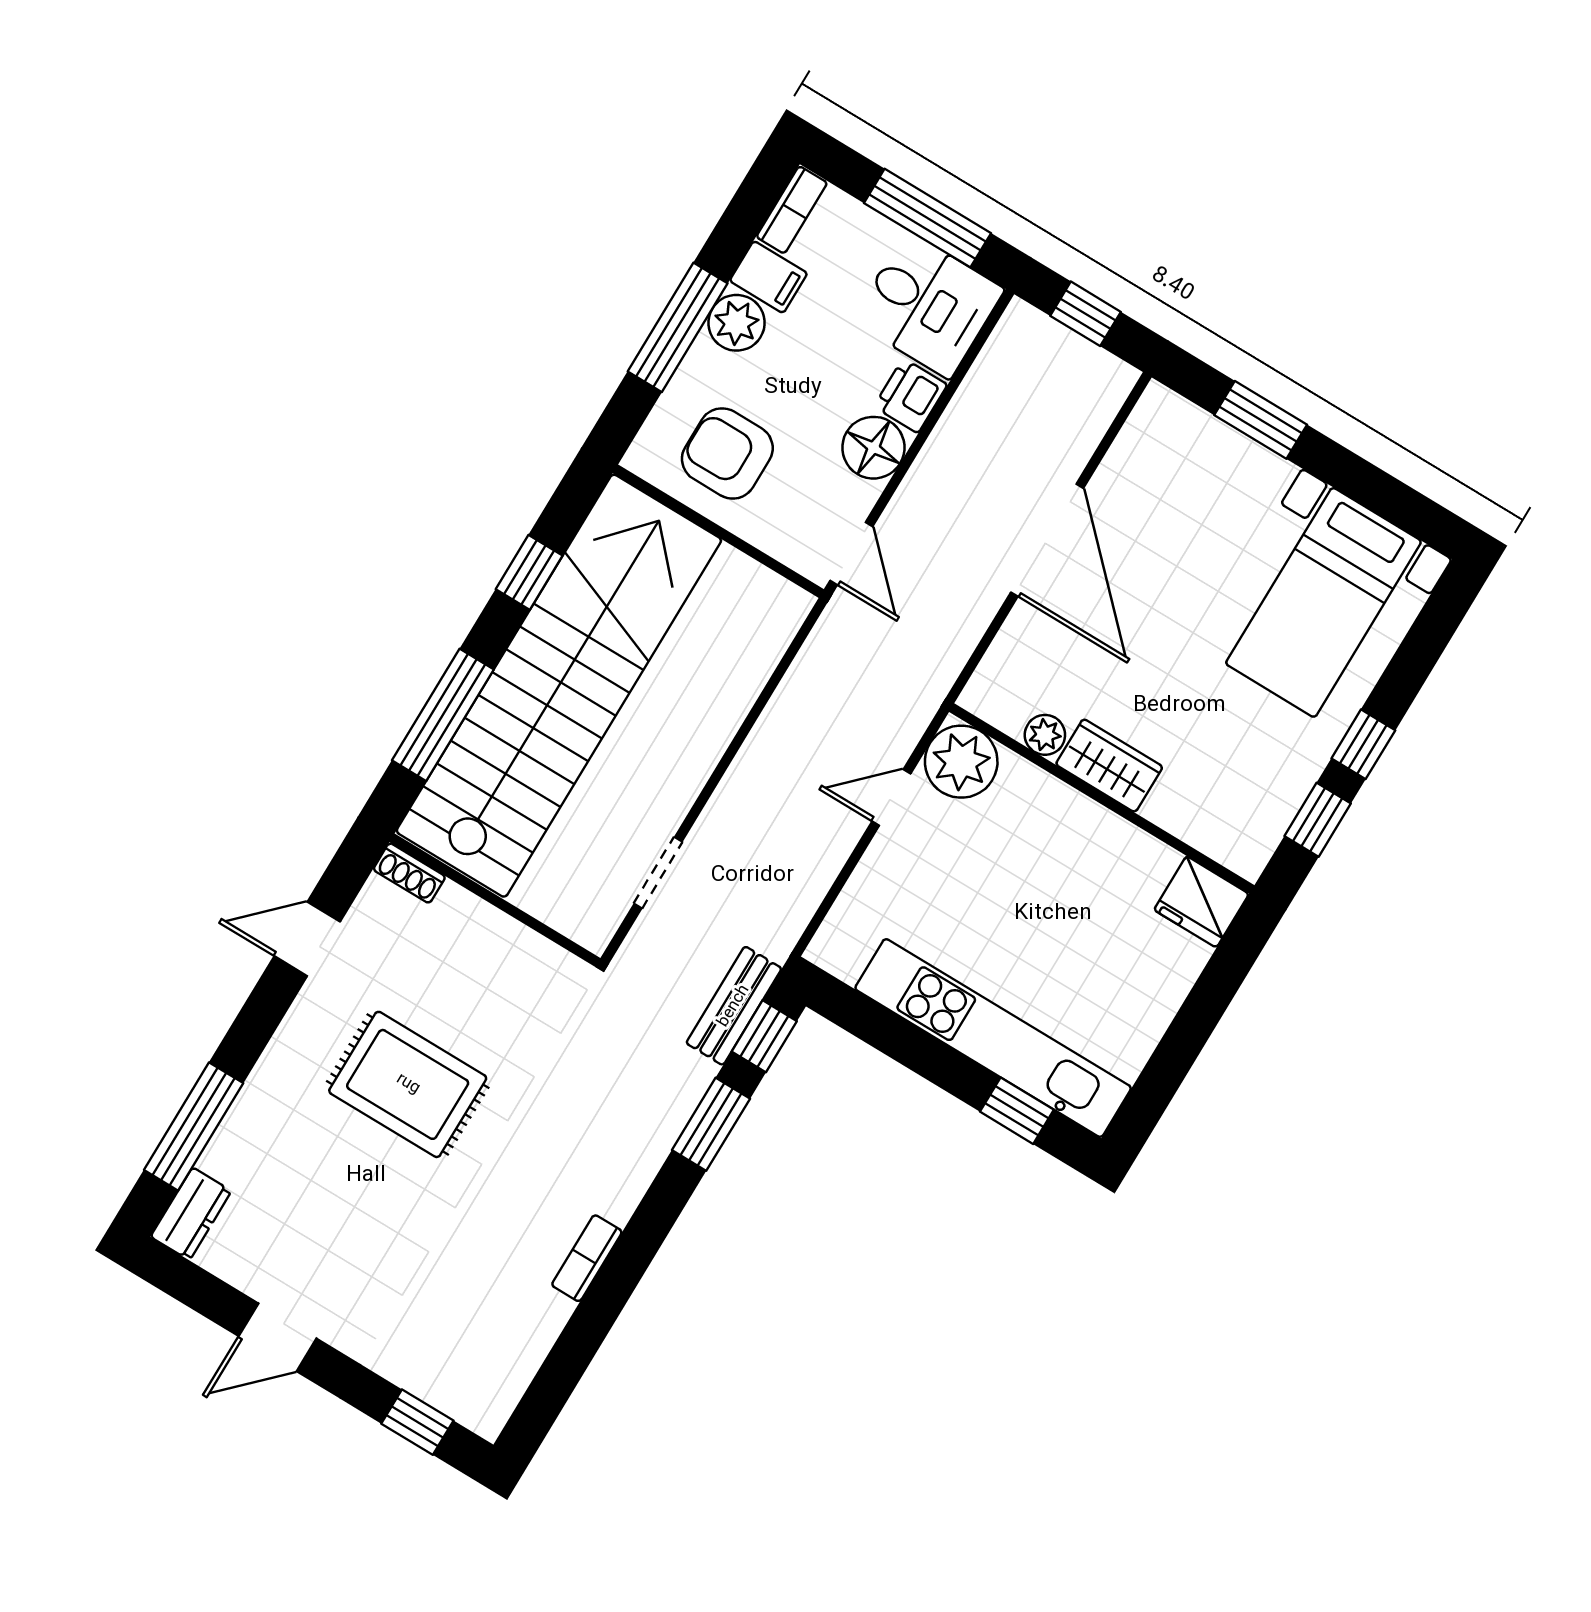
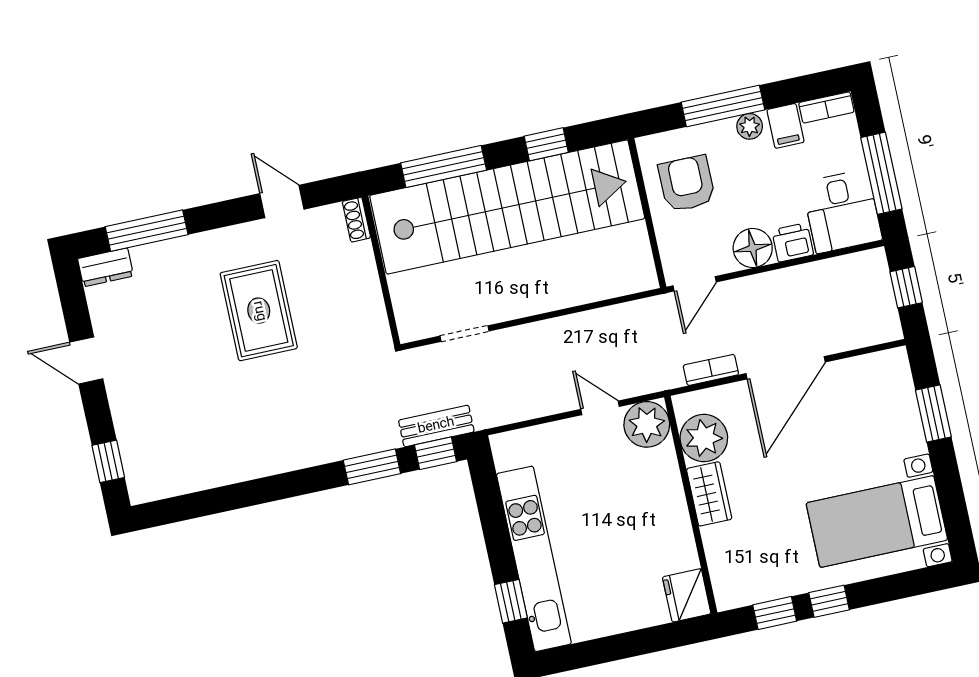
plant: (737, 323) -> (750, 126), width x0.73, depth x0.73
plant: (1045, 735) -> (704, 438), width x1.88, depth x1.88
bookcase: (587, 1258) -> (711, 370), moved

